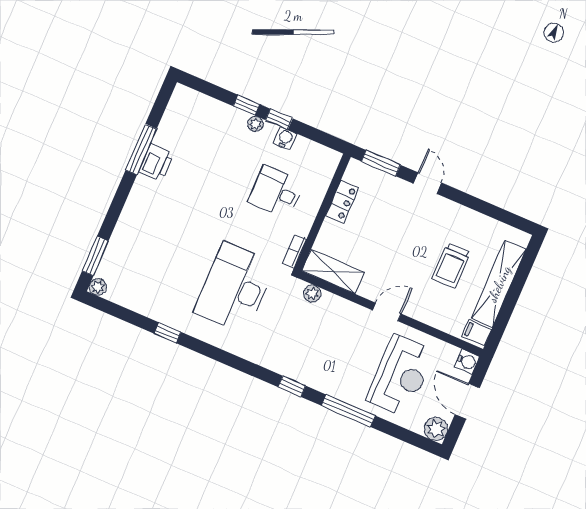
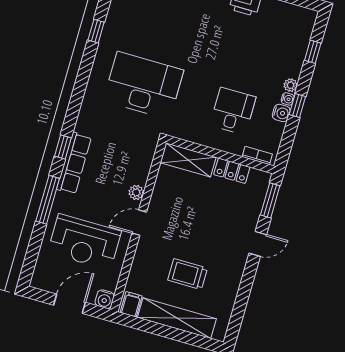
window: (246, 105) -> (313, 52), moved
water cooler: (270, 129) -> (288, 99), added
bookcase: (294, 251) -> (257, 155), moved
shelving: (333, 272) -> (188, 160), moved, turned 90
plant: (312, 294) -> (136, 192), moved
door: (387, 312) -> (139, 223), swing flipped
row of seats: (311, 376) -> (74, 163), added
plant: (436, 429) -> (41, 279), removed

